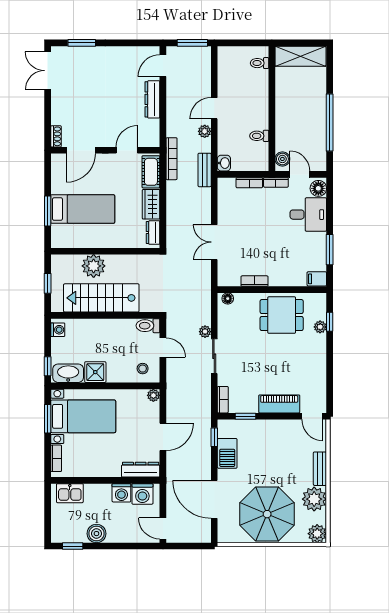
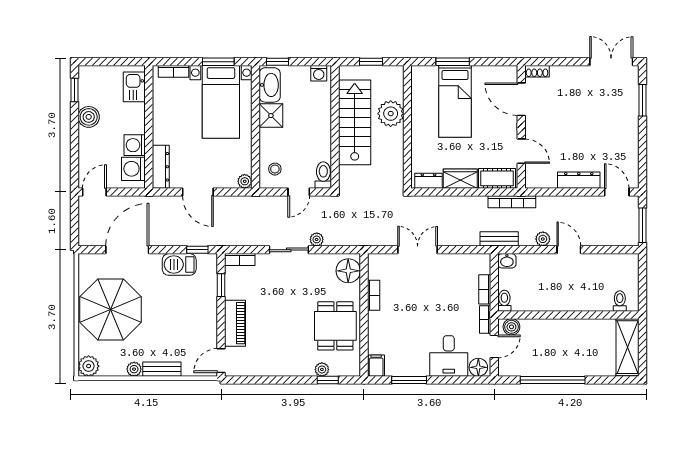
toilet: (259, 136) -> (504, 301), moved
floor lamp: (228, 299) -> (348, 271), width x1.89, depth x1.89
plant: (314, 499) -> (134, 369), width x0.53, depth x0.53

